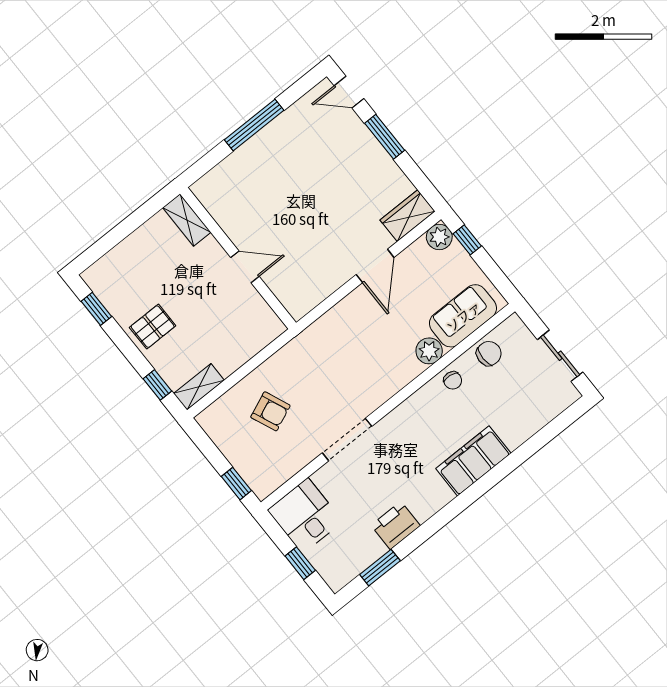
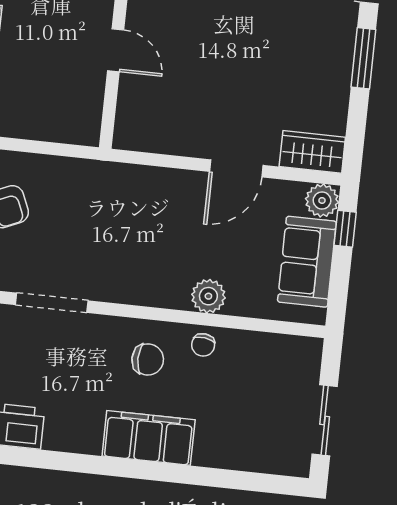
sofa: (463, 316) -> (307, 262), moved, turned -90
chair: (489, 353) -> (148, 359), moved

